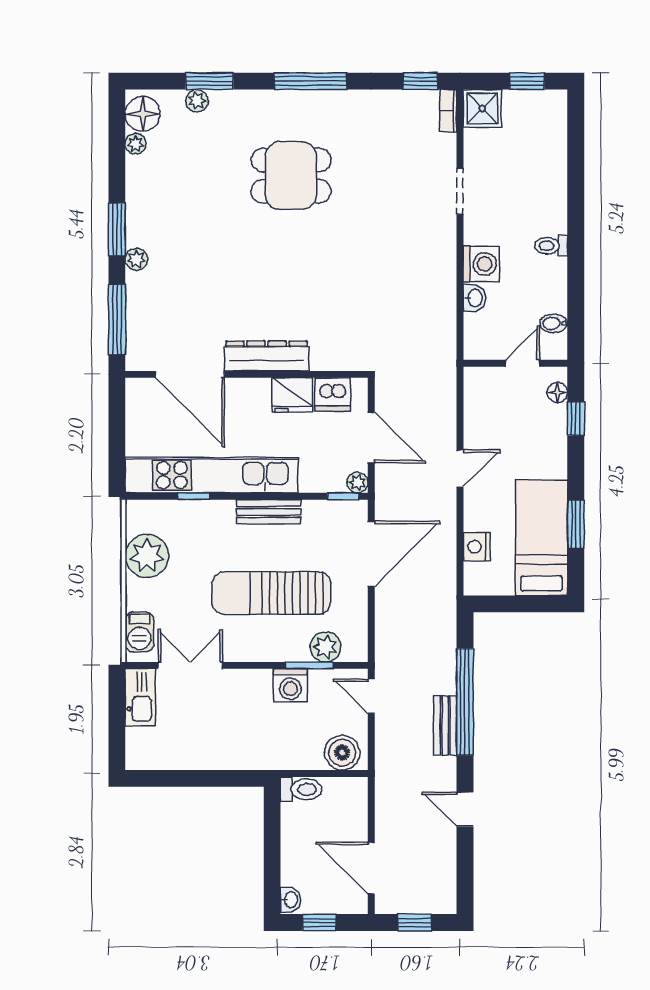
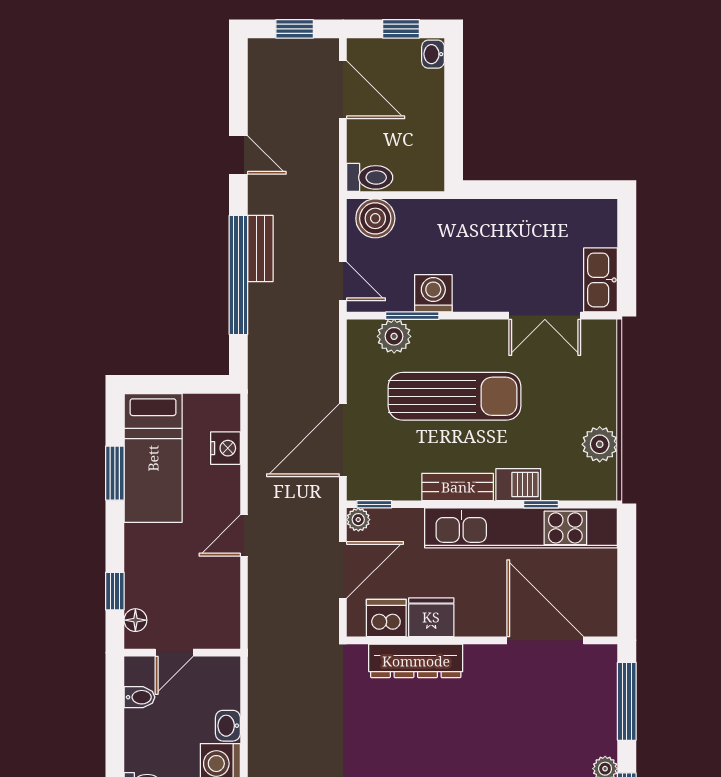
dresser: (267, 356) -> (416, 661), moved
door: (371, 438) -> (343, 570), swing flipped
plant: (147, 556) -> (600, 444), width x0.73, depth x0.73
barbecue: (140, 632) -> (518, 485), moved, turned 90
toilet: (301, 789) -> (370, 177), moved, turned 180

